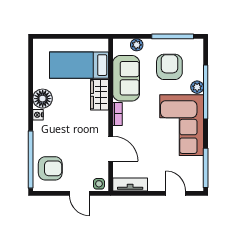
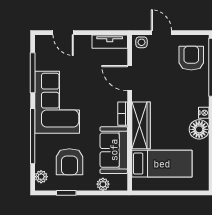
window: (173, 36) -> (66, 193), width x0.46
plant: (197, 87) -> (41, 177), moved
wardrobe: (99, 95) -> (141, 125), width x1.50
armchair: (50, 168) -> (191, 58), turned 90
window: (206, 168) -> (33, 73), moved

